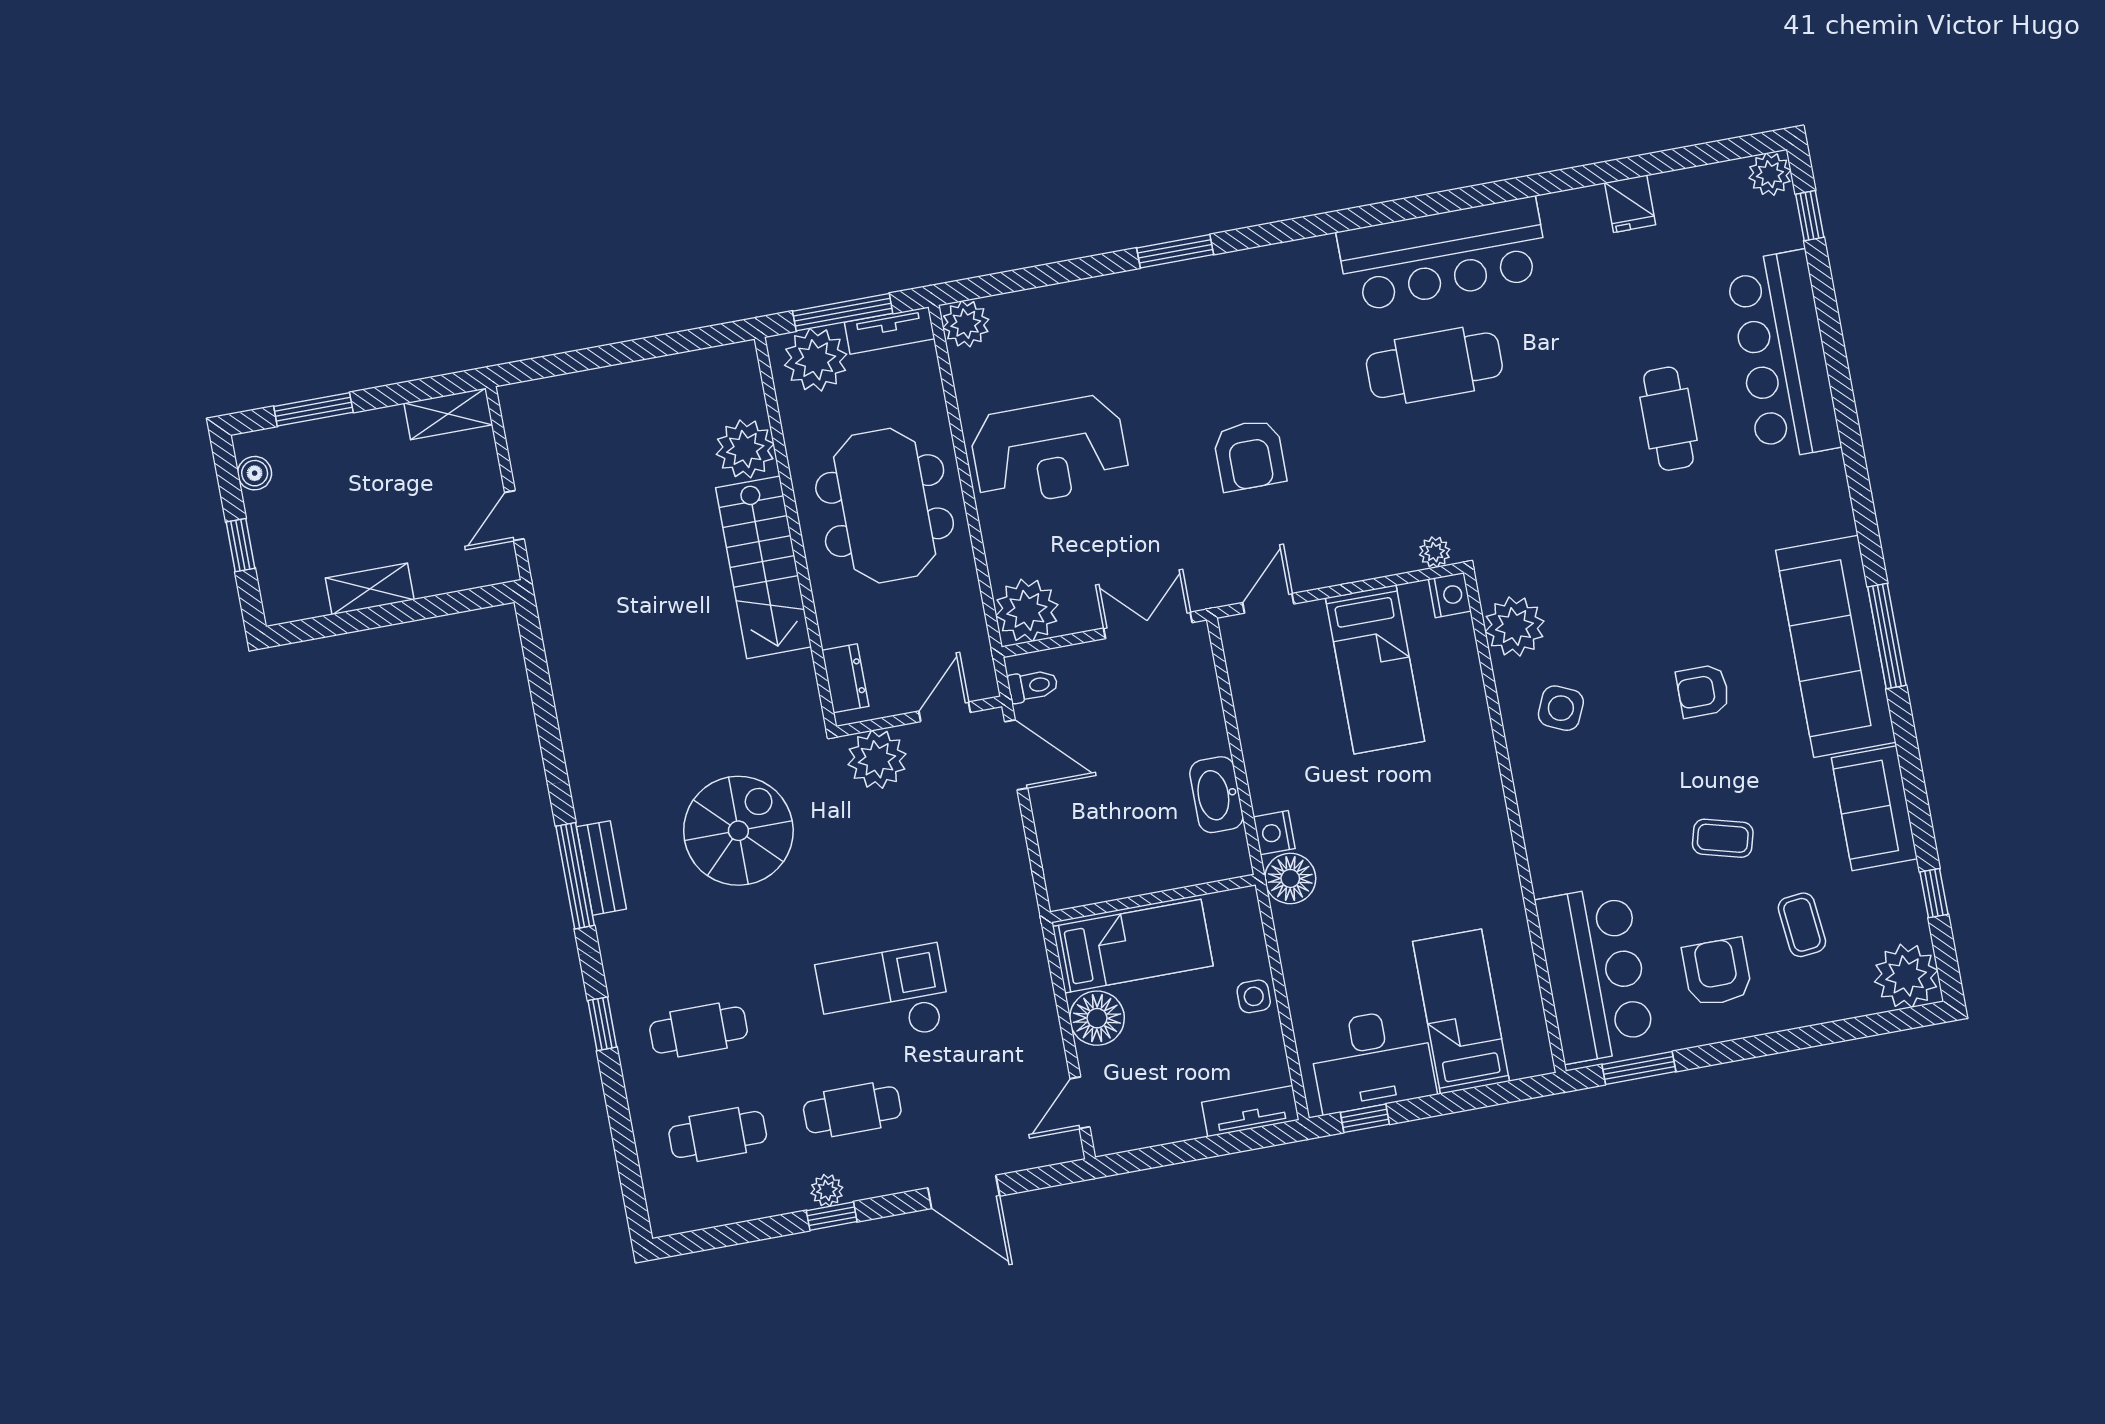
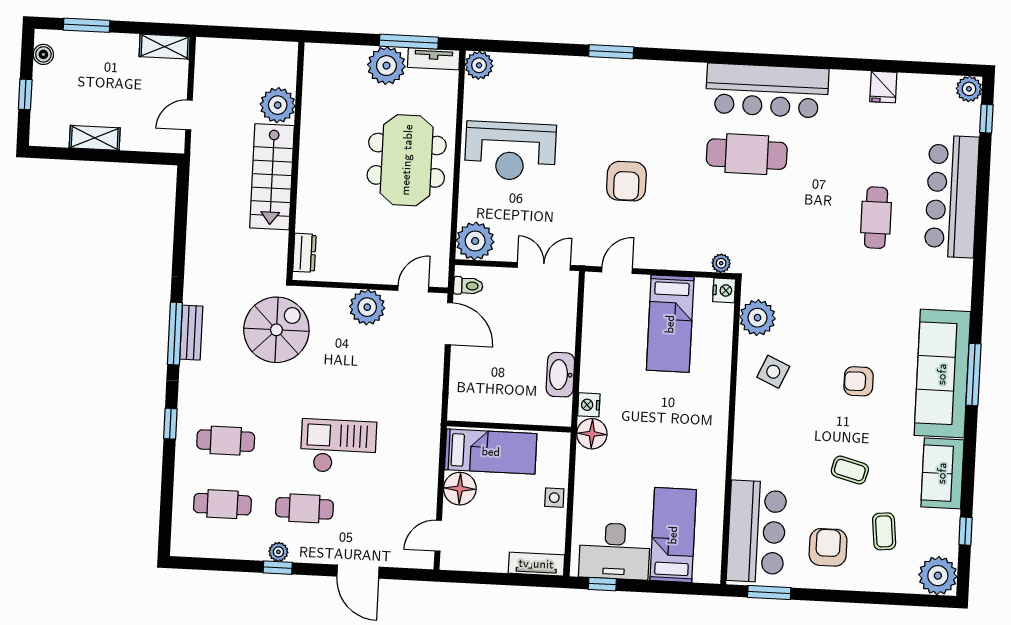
plant: (745, 449) -> (278, 105), moved
wall: (795, 533) -> (295, 161), moved
stairs: (764, 567) -> (272, 177), moved
dresser: (845, 678) -> (304, 253), moved

